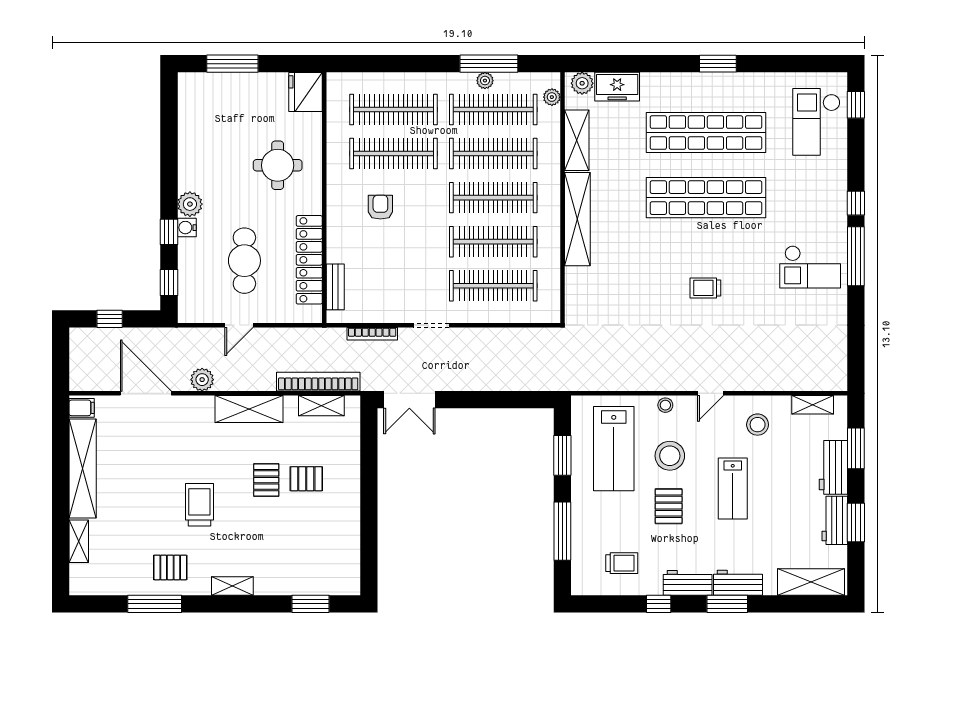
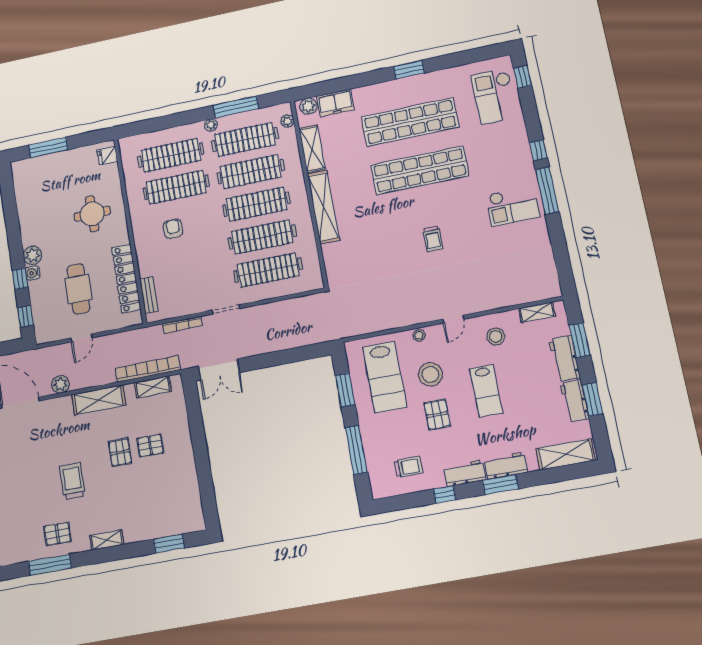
plant: (485, 81) -> (211, 125), moved
fridge: (306, 92) -> (107, 156), width x0.53, depth x0.75
trolley: (705, 288) -> (433, 239), turned -90

